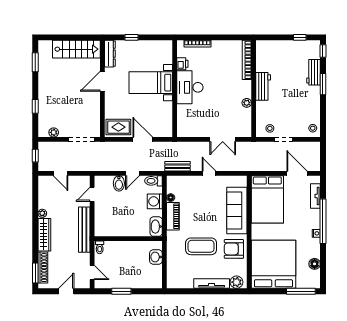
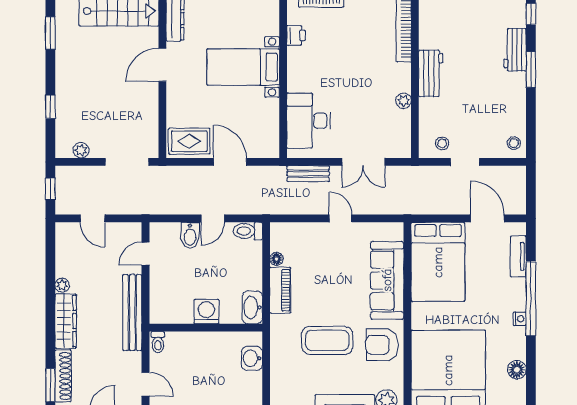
desk: (190, 87) -> (309, 121), moved
bench: (178, 166) -> (308, 174), moved
washing machine: (155, 201) -> (206, 312), moved, turned 90

